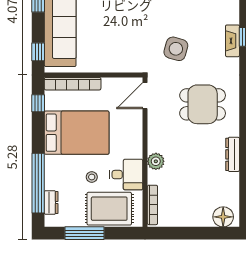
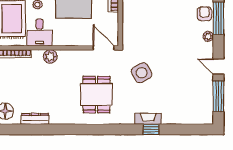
side table: (176, 49) -> (142, 73), turned 45
dresser: (233, 154) -> (35, 119), moved

